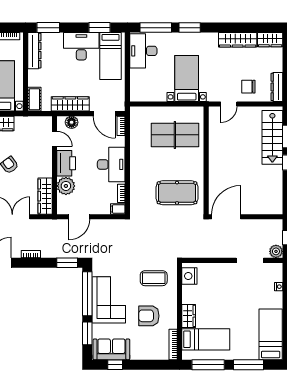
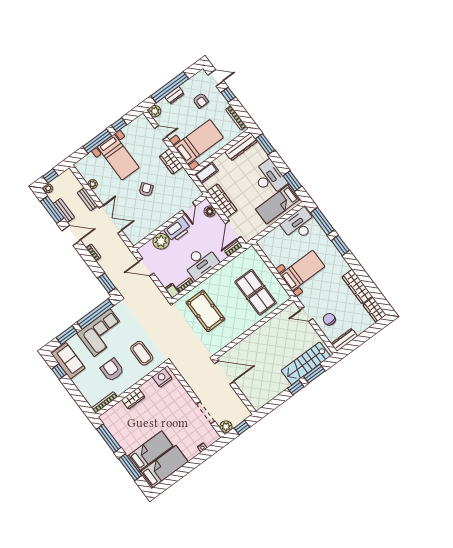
pool table: (177, 193) -> (205, 311), moved
wardrobe: (45, 196) -> (143, 232), removed
bed: (206, 339) -> (150, 451), moved, turned -90

